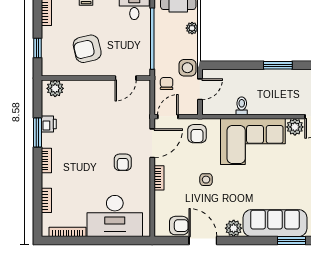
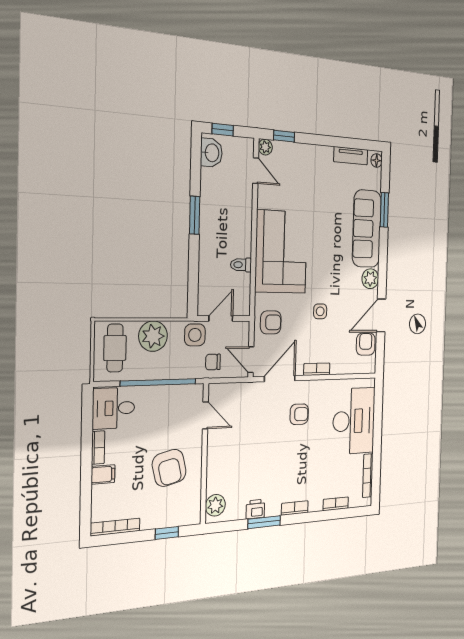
plant: (192, 28) -> (153, 336), width x1.87, depth x1.87
door: (200, 89) -> (221, 318), hinge flipped
plant: (295, 127) -> (267, 197), removed
door: (152, 143) -> (280, 379), hinge flipped

